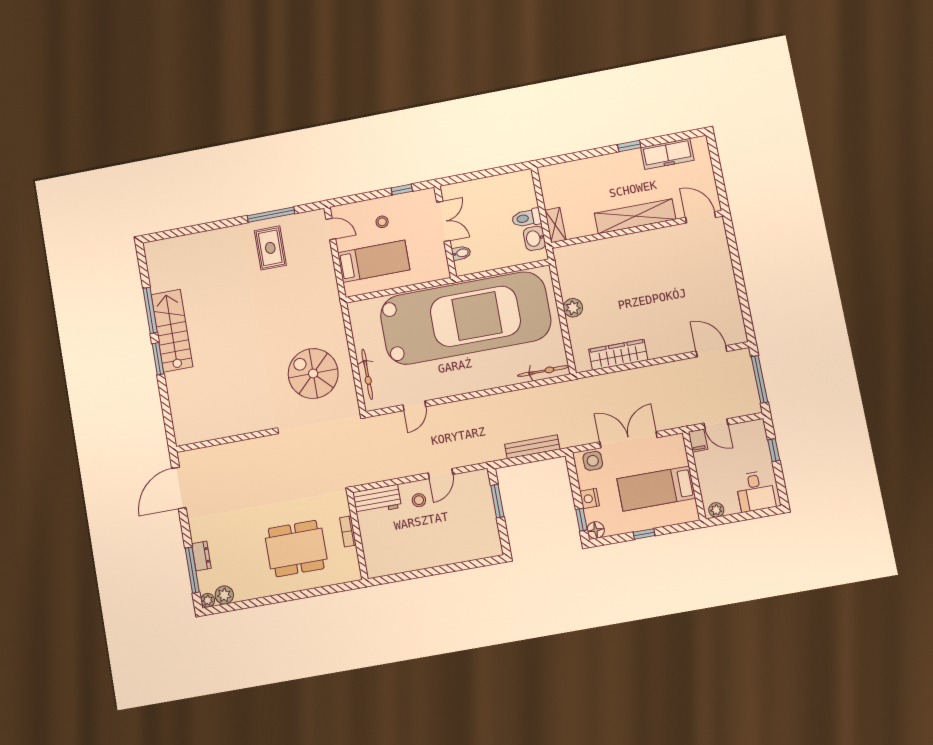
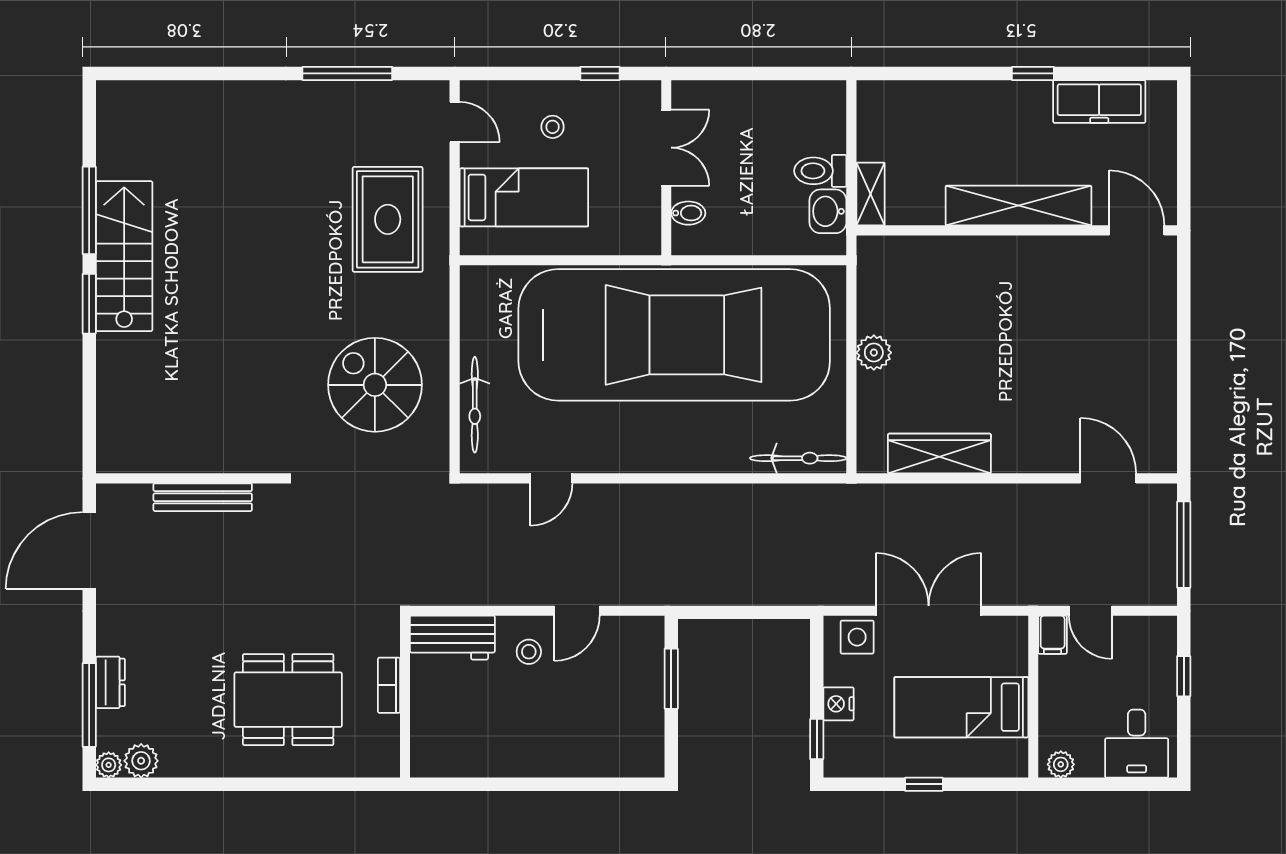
rug: (270, 248) -> (388, 219), moved, width x1.36, depth x1.43
bench: (532, 447) -> (203, 497), moved
floor lamp: (596, 530) -> (839, 762), removed

